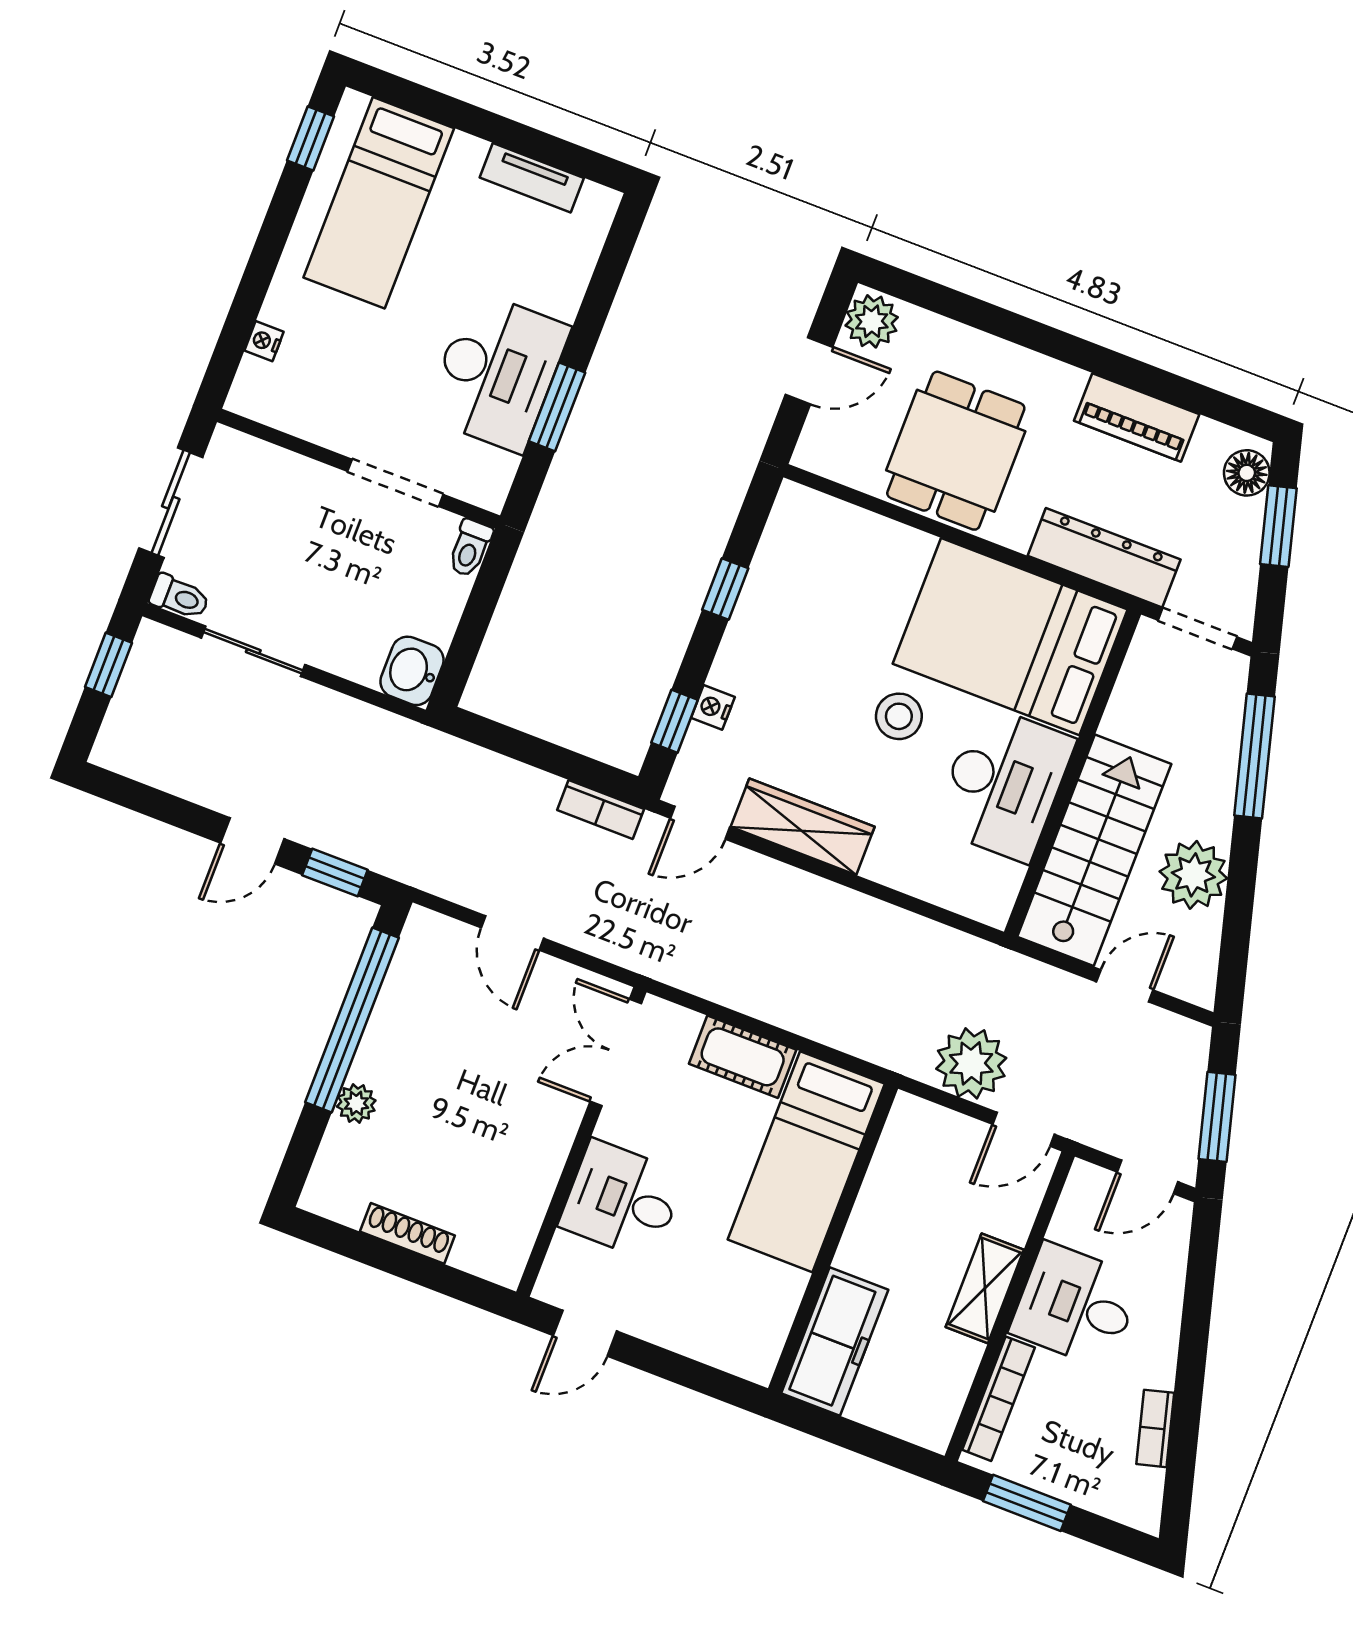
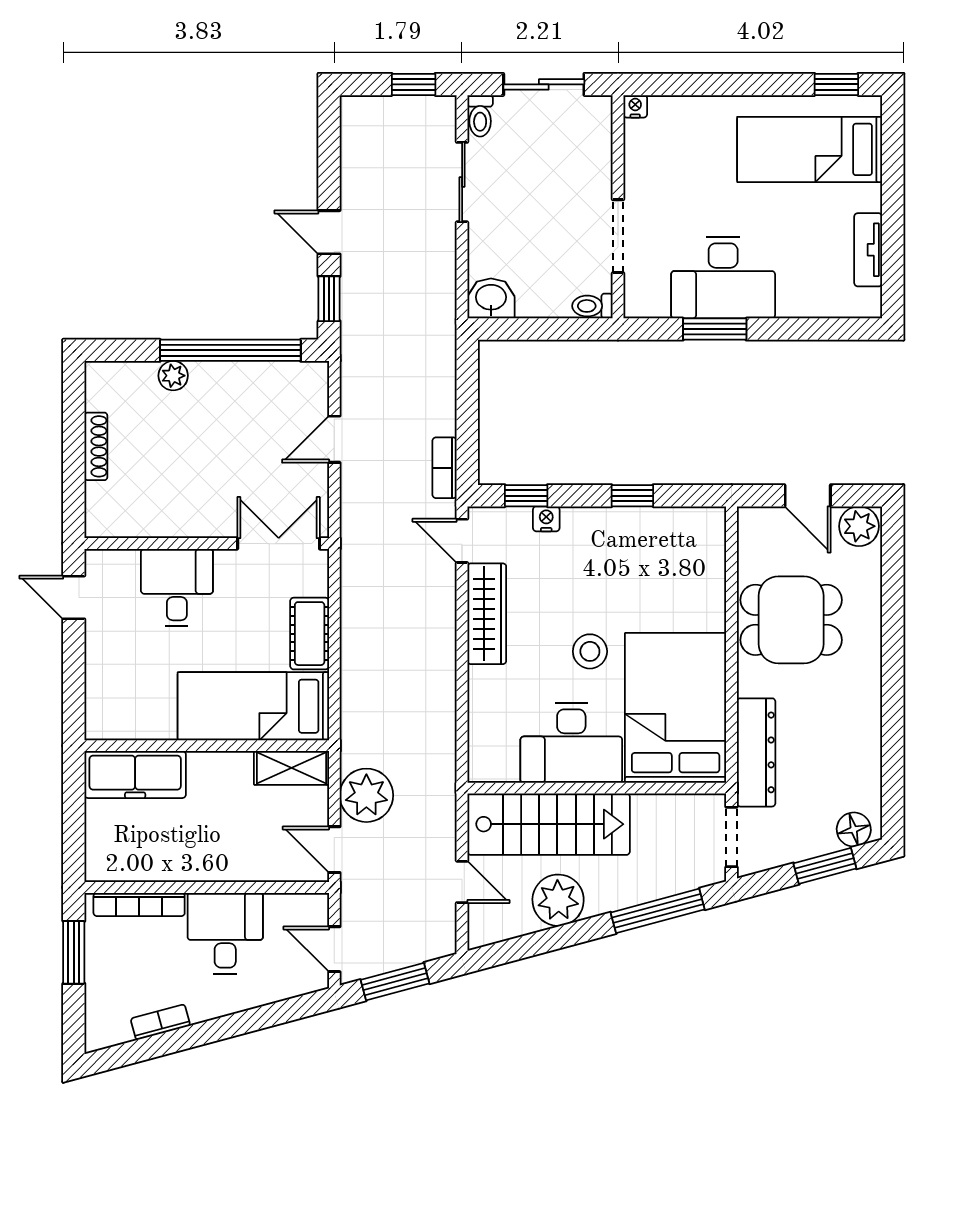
nightstand: (264, 341) -> (635, 106), moved
piano: (1137, 418) -> (863, 738), removed
shelving: (985, 1288) -> (291, 768), moved

